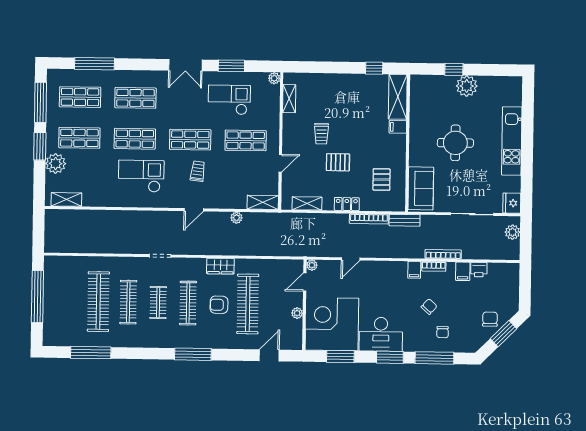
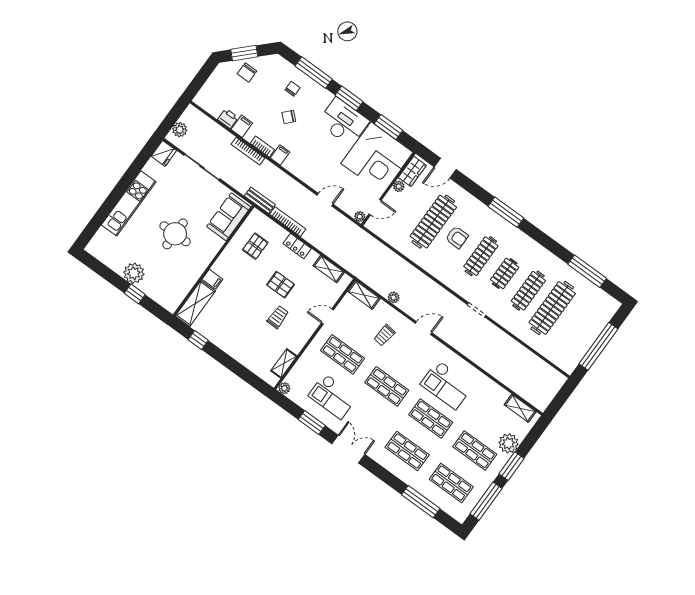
trolley: (198, 171) -> (384, 335), moved
wardrobe: (220, 266) -> (412, 171), moved, turned 90

